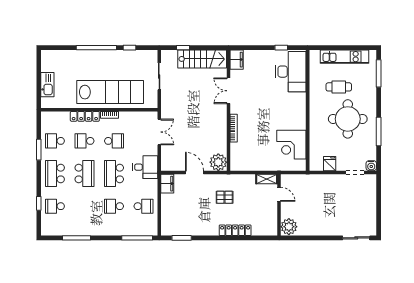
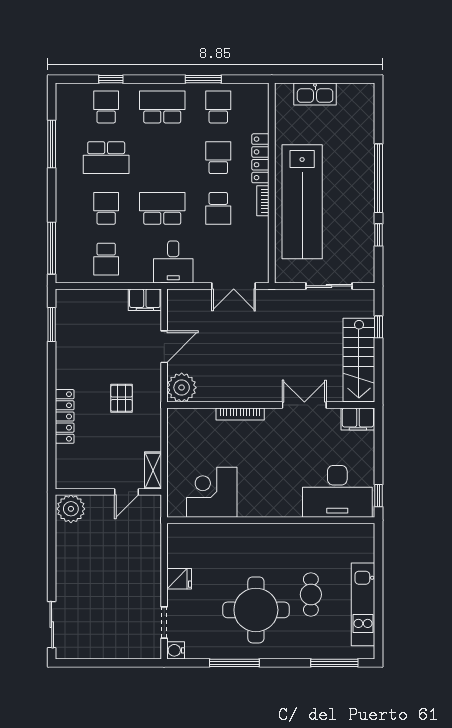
desk: (291, 72) -> (337, 491), moved
wall: (308, 110) -> (271, 520), moved
corner desk: (291, 145) -> (212, 492), moved
school desk: (84, 174) -> (106, 158), moved

